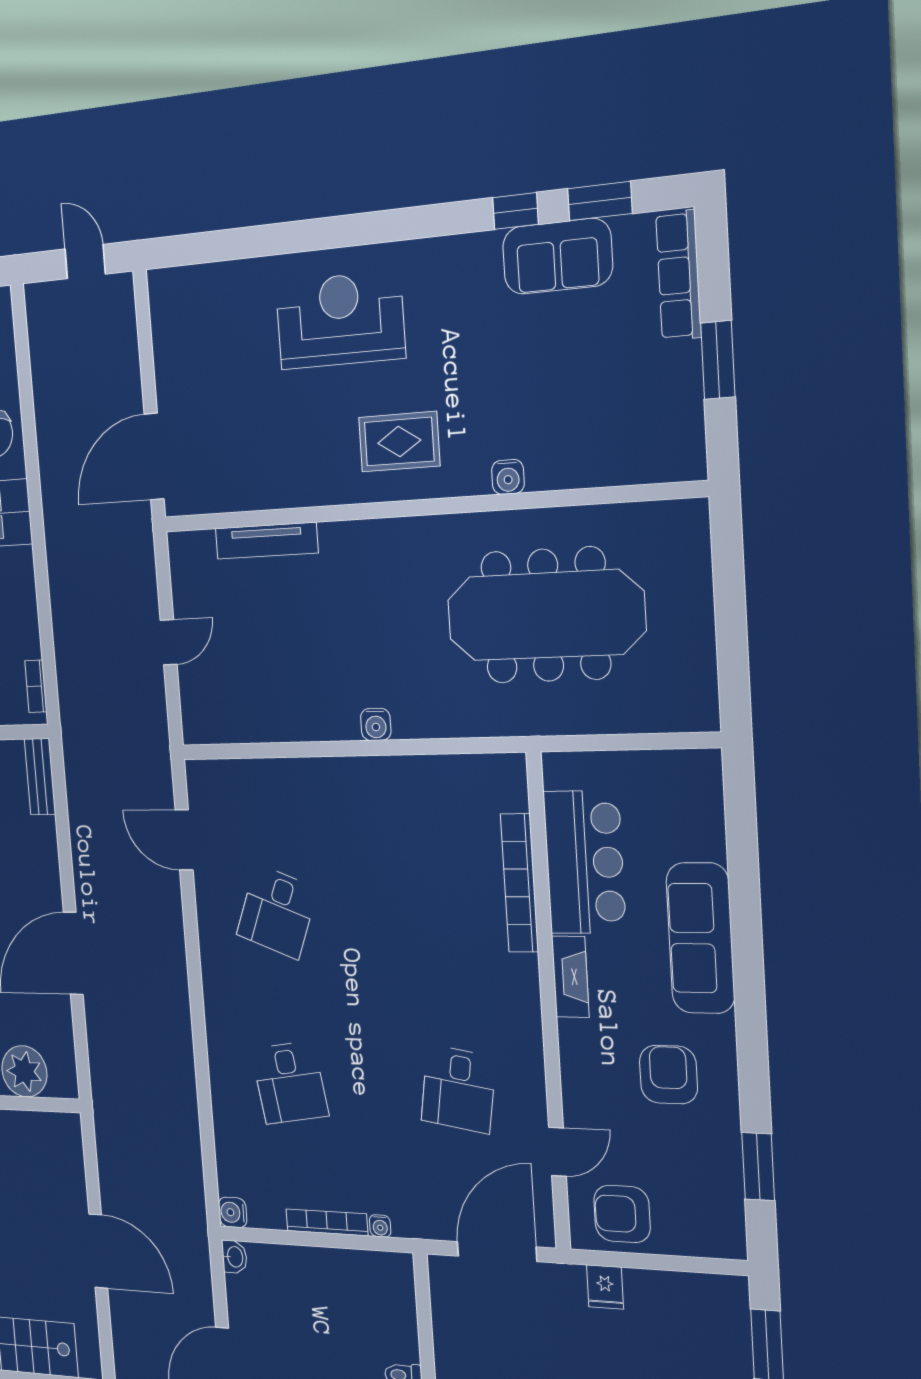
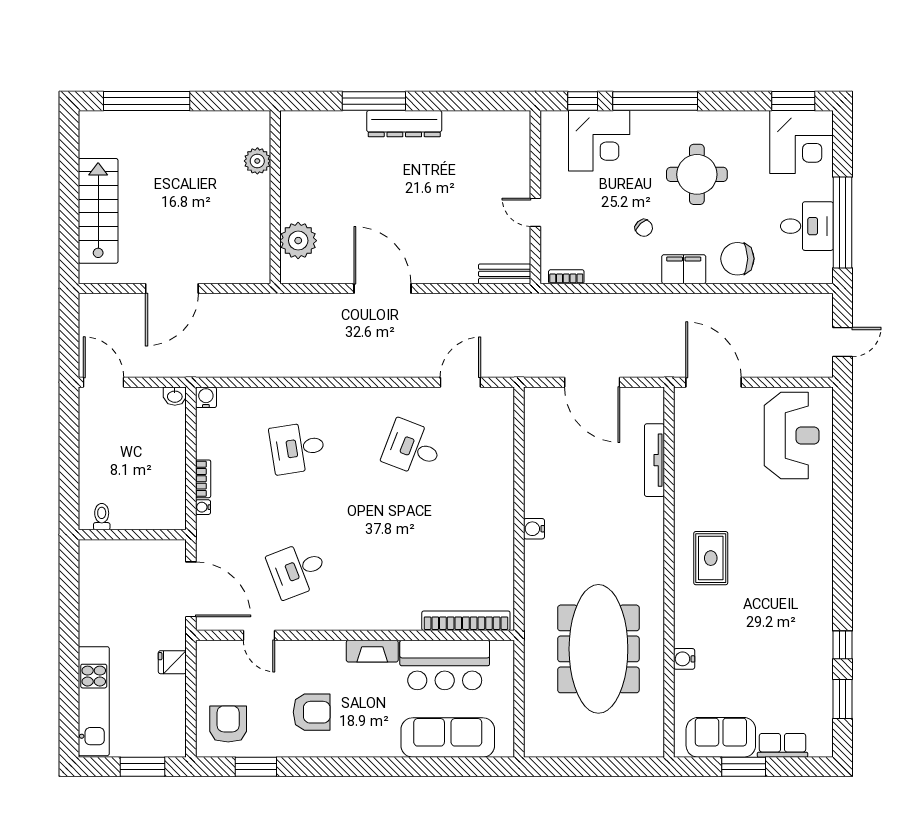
sofa: (557, 256) -> (721, 737), moved, turned 90
row of seats: (678, 275) -> (782, 745), width x0.68
reception desk: (340, 320) -> (792, 436), moved
water cooler: (508, 477) -> (684, 659), moved
door: (169, 642) -> (592, 382), width x1.88
bookcase: (519, 883) -> (466, 621), moved
sofa: (700, 938) -> (448, 737), moved
desk: (458, 1089) -> (297, 570), turned -30
armchair: (622, 1214) -> (228, 724), moved
bookcase: (327, 1222) -> (203, 479), width x0.64

